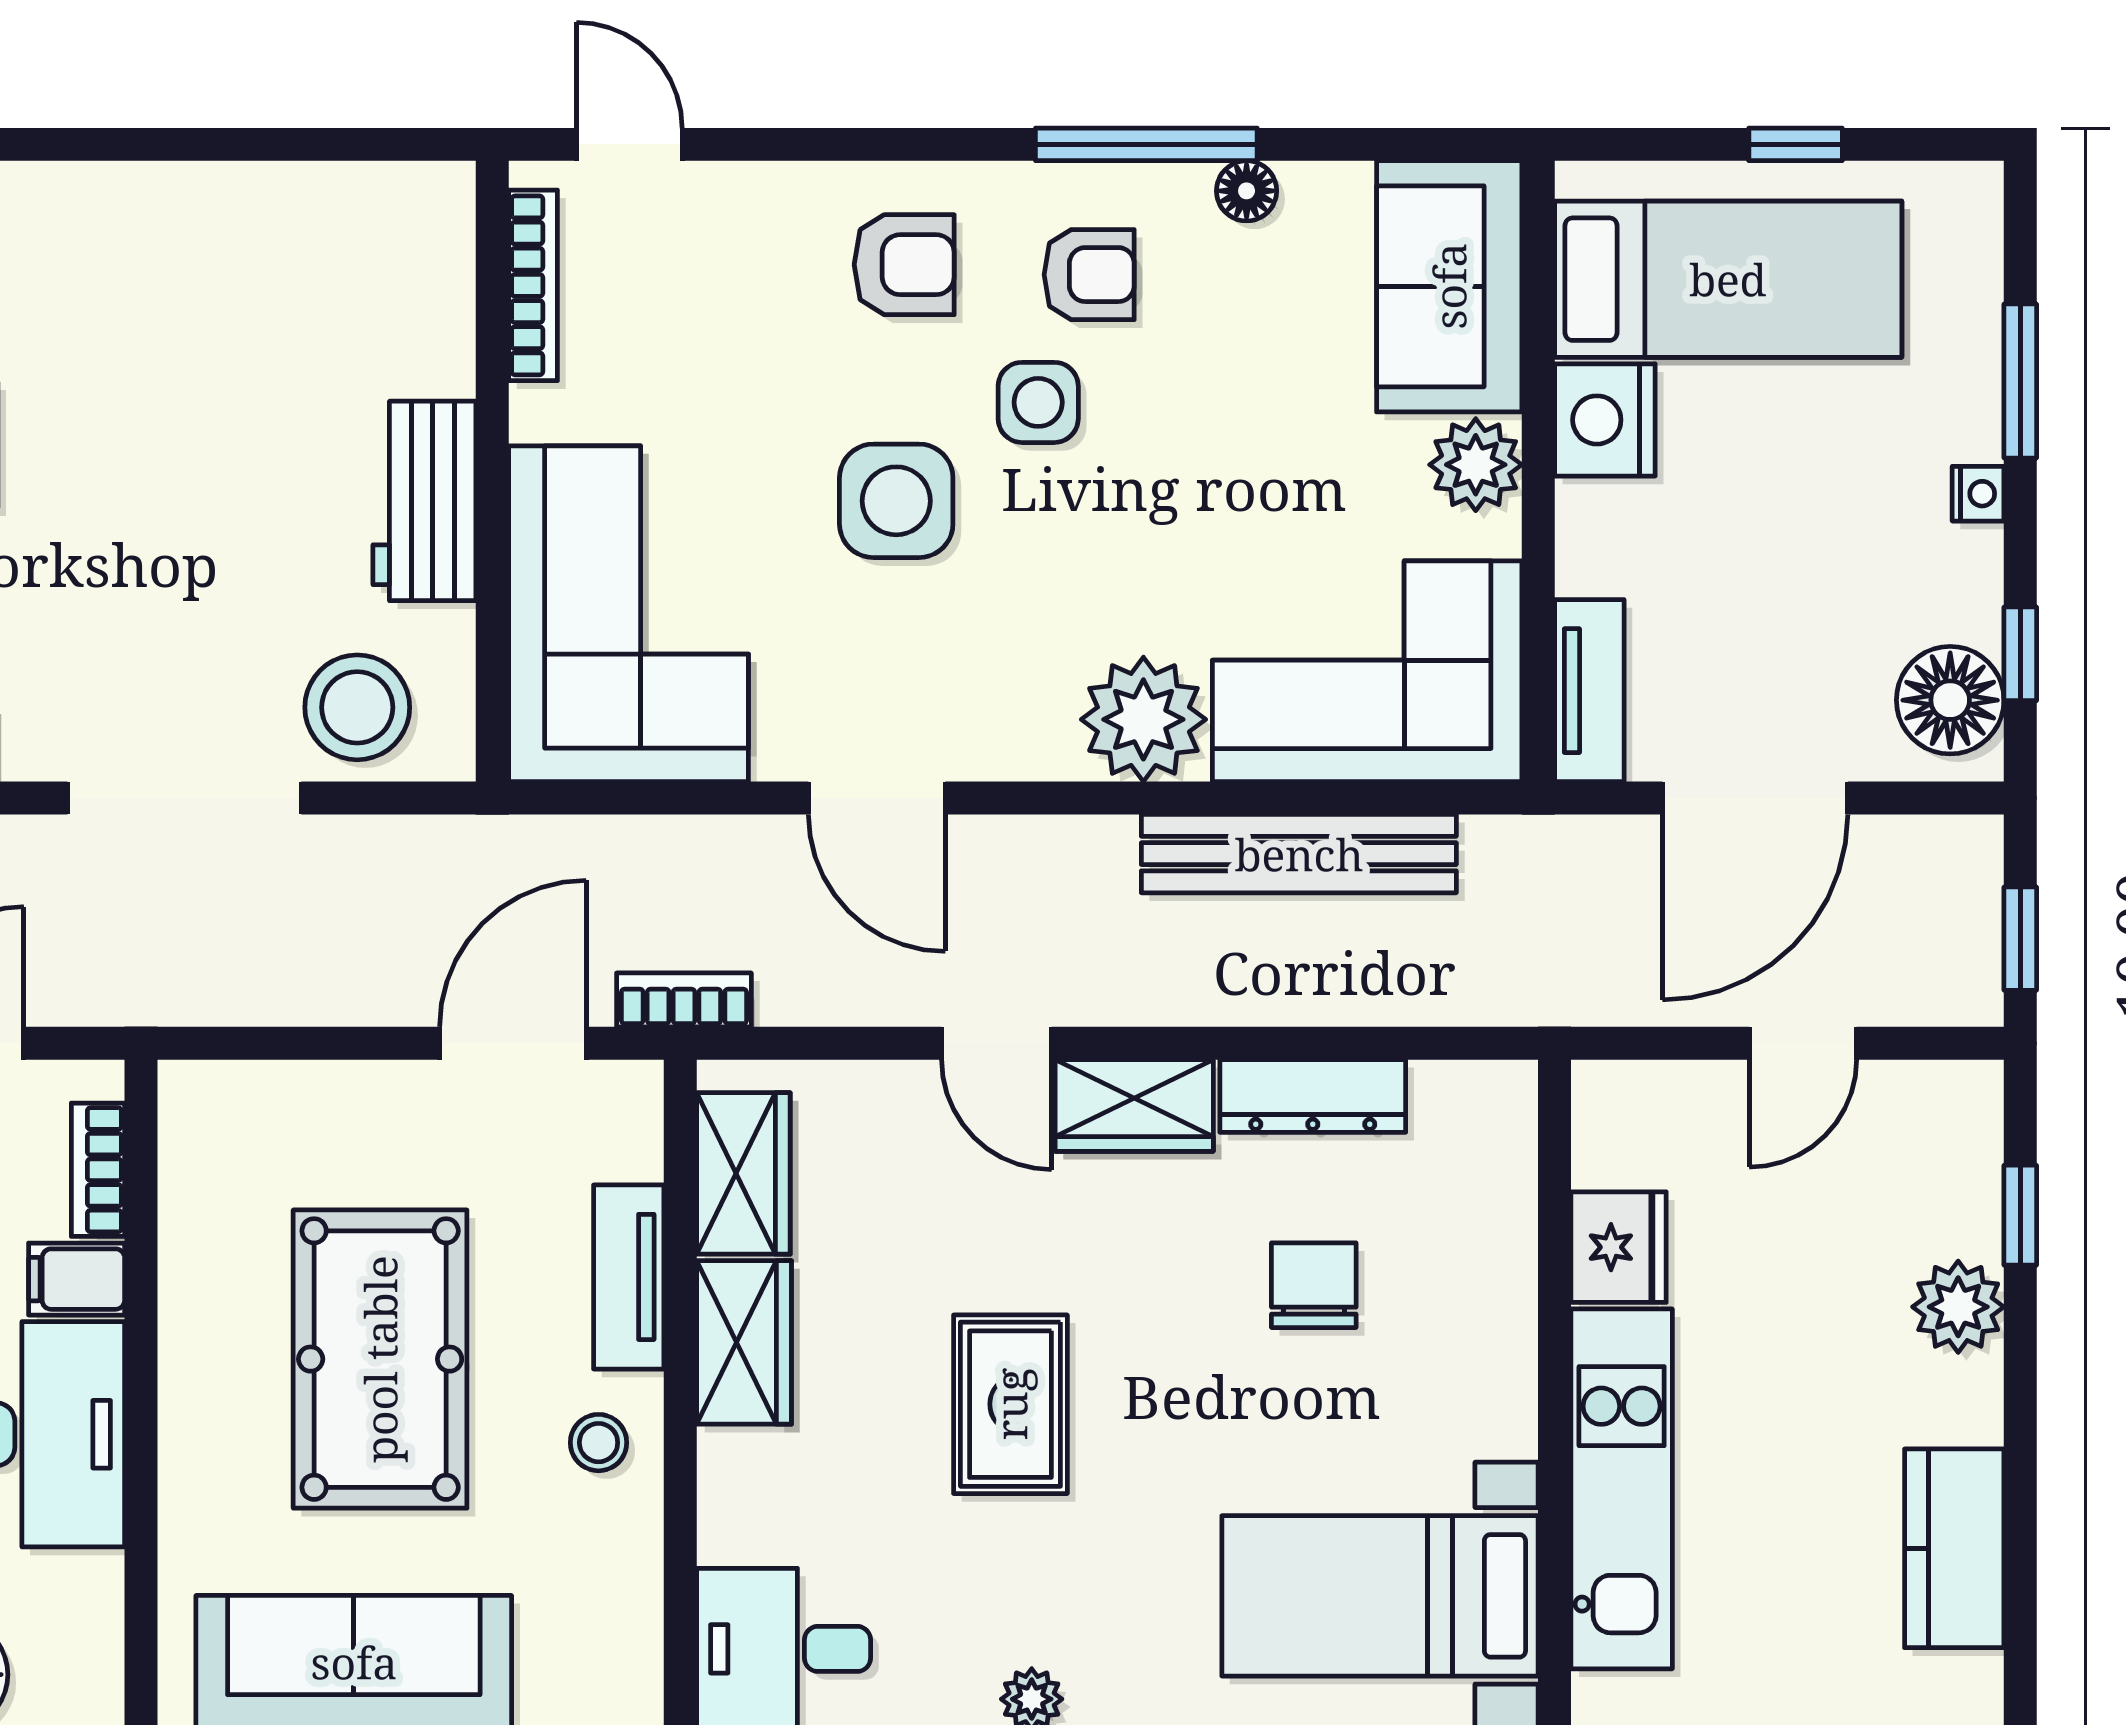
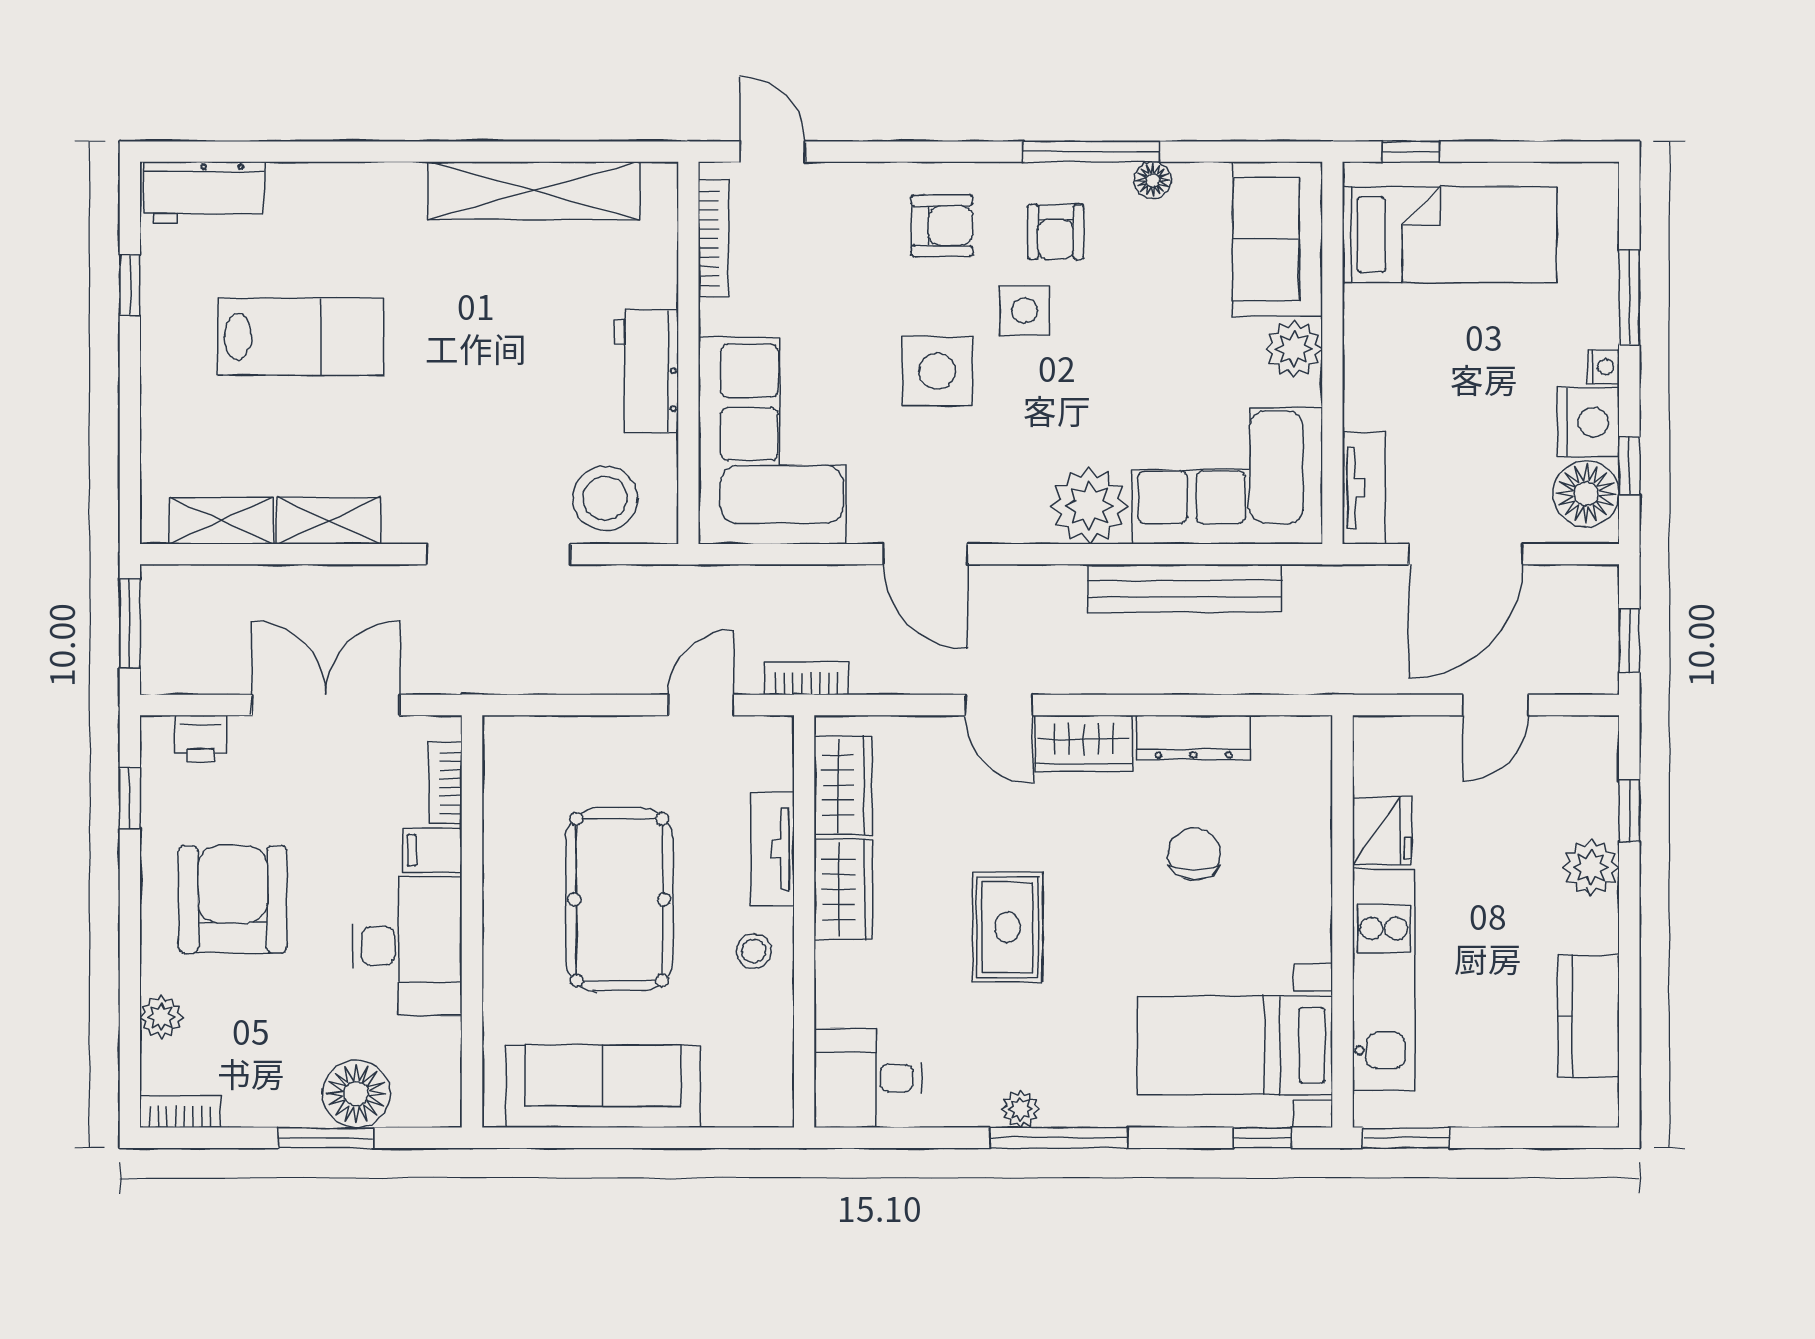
window: (1796, 144) -> (1411, 152), moved
shelving: (242, 208) -> (534, 191), added
armchair: (1089, 275) -> (1056, 232), turned 90
nightstand: (1605, 420) -> (1588, 422), moved, turned 180
door: (513, 1043) -> (701, 705), width x0.73

